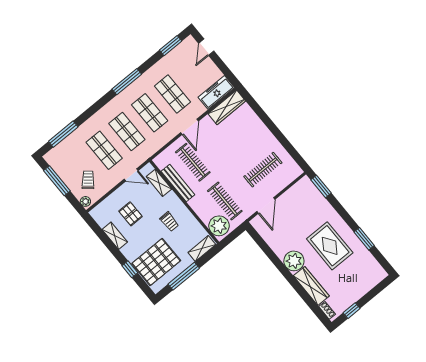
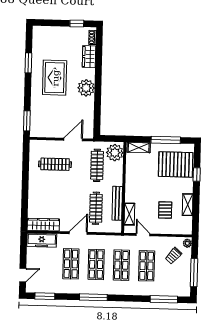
trolley: (169, 222) -> (145, 183), removed
wardrobe: (311, 286) -> (89, 57), width x0.67

